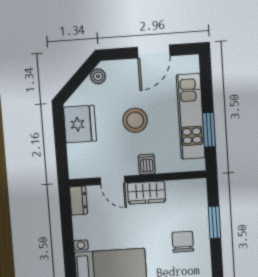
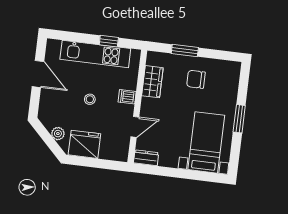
plant: (98, 76) -> (58, 134), moved
stool: (135, 120) -> (90, 99), width x0.53, depth x0.53
window: (209, 130) -> (109, 41), width x0.67
wardrobe: (146, 193) -> (152, 82), moved

